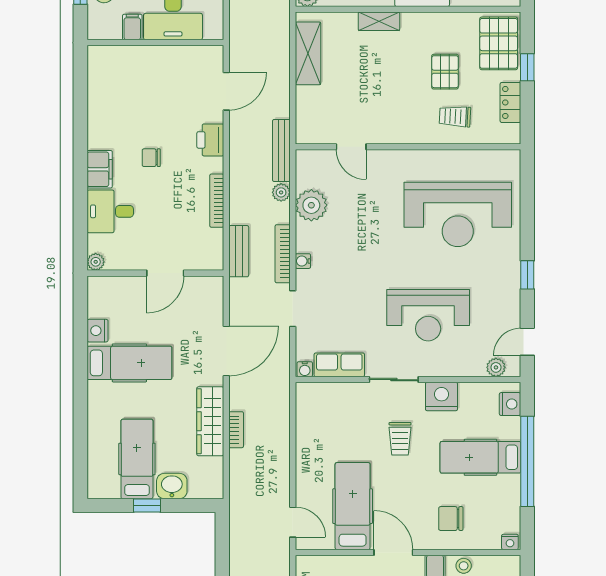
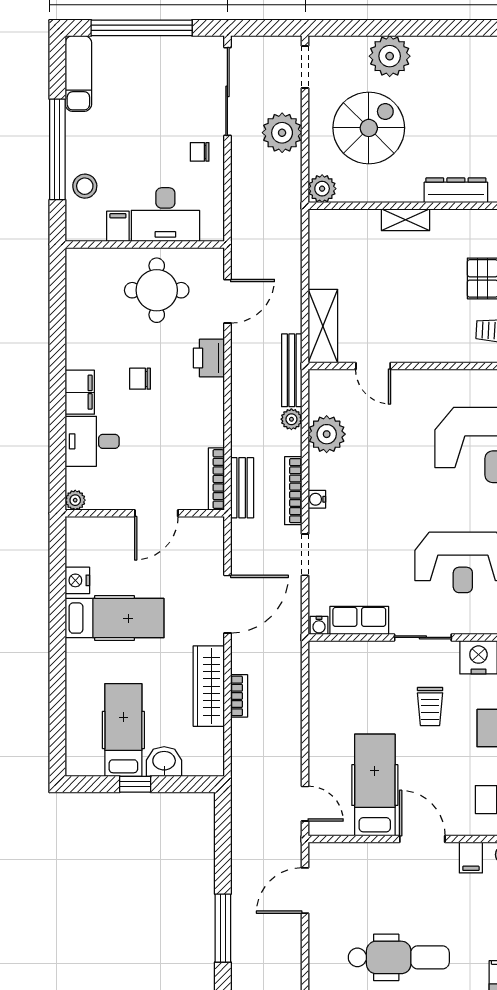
shelving: (308, 53) -> (323, 326), moved
round table: (166, 82) -> (157, 290), added
bookcase: (217, 201) -> (216, 479), moved

